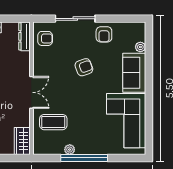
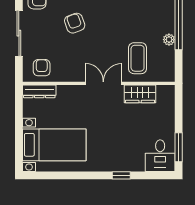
wardrobe: (22, 141) -> (140, 94), moved

